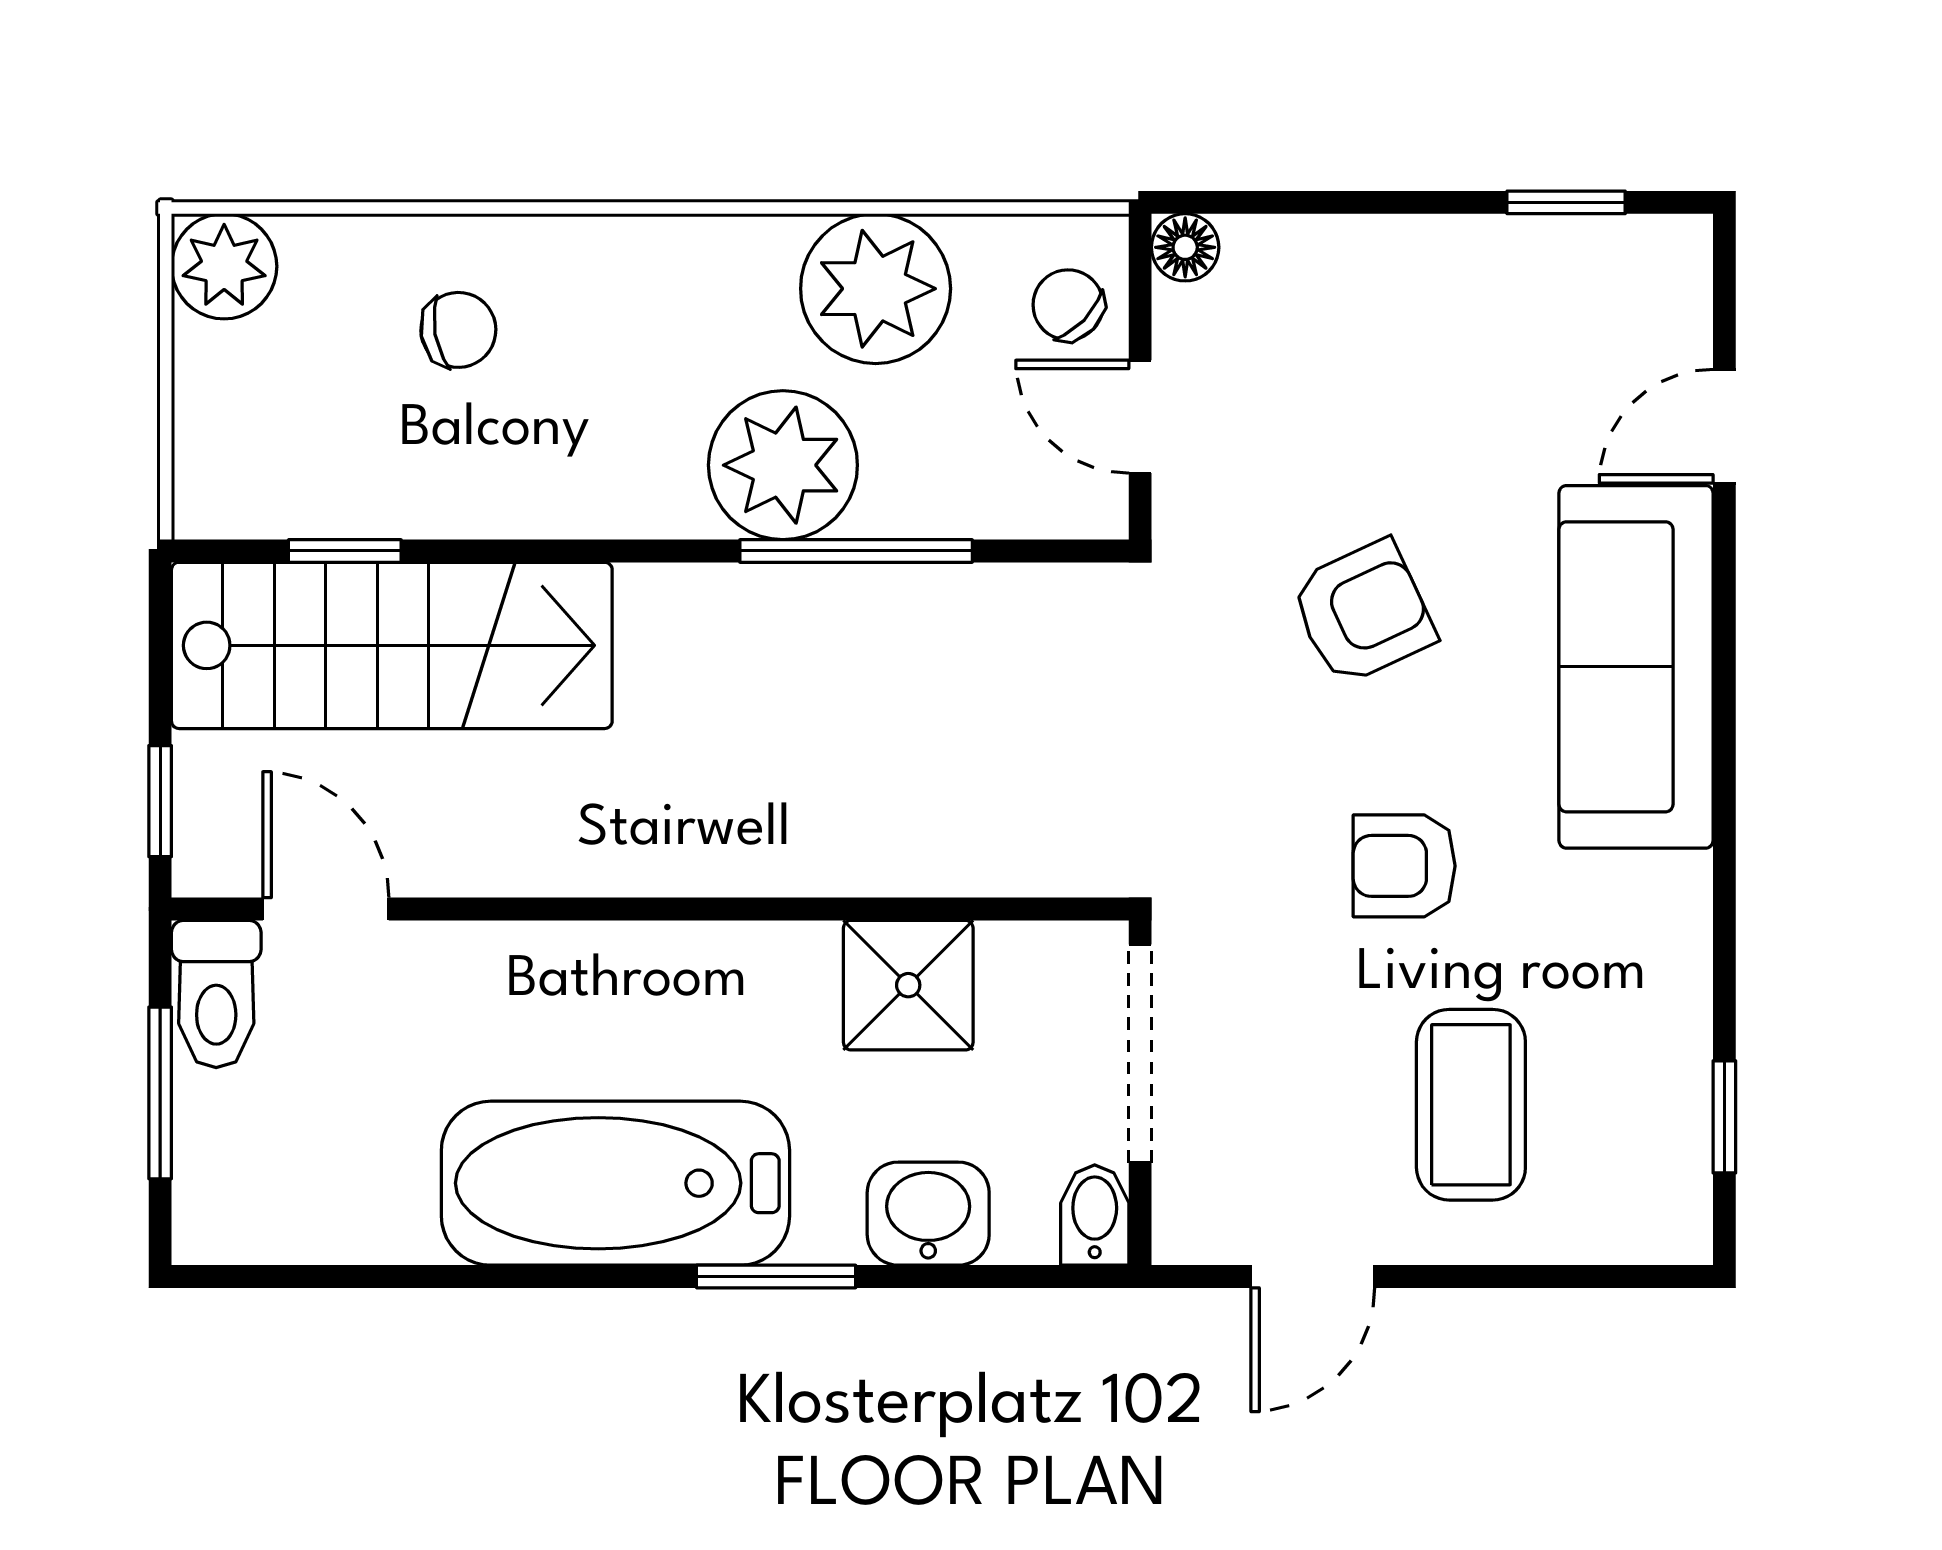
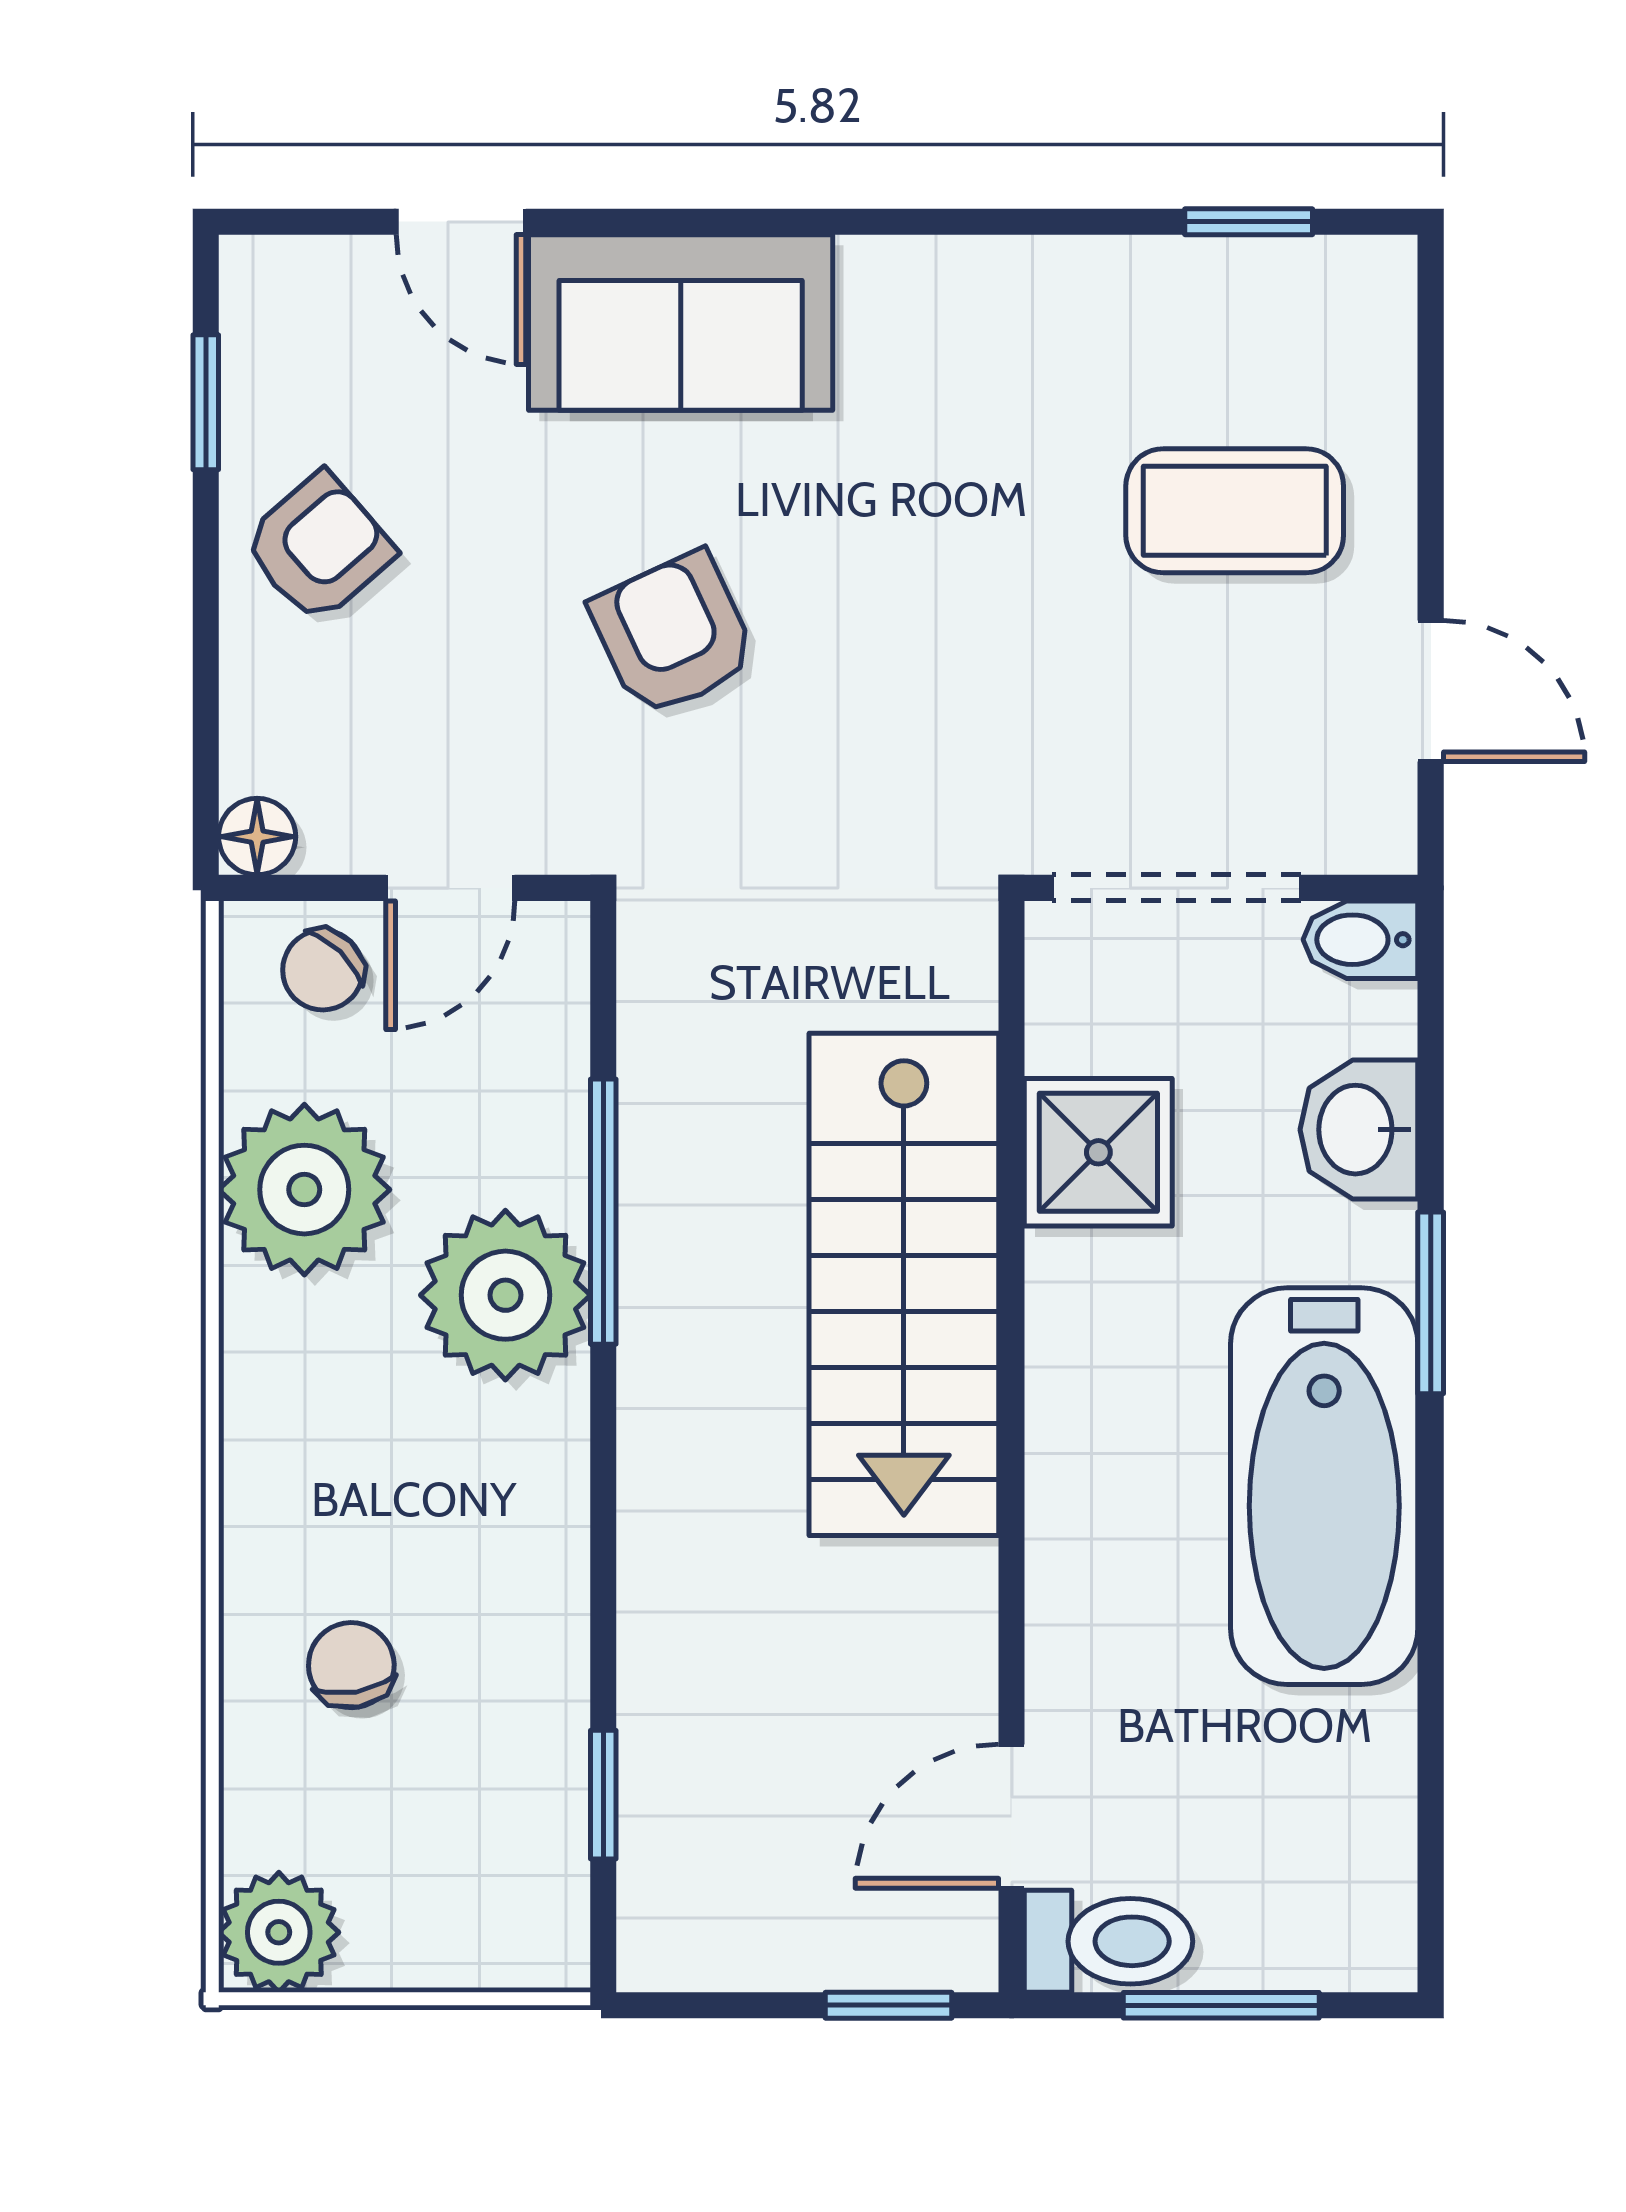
stairs: (392, 645) -> (904, 1284), moved, turned 180
sofa: (1636, 667) -> (681, 322), width x0.73
armchair: (1404, 866) -> (319, 547), moved, turned -131

